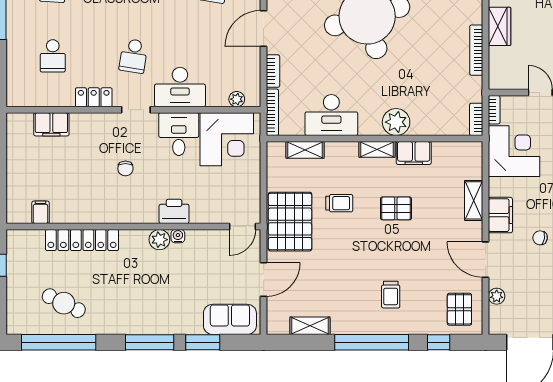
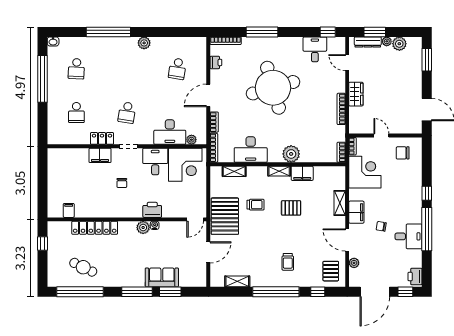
desk: (180, 87) -> (170, 132), moved
filing cabinet: (51, 124) -> (100, 155), moved
sofa: (230, 319) -> (162, 277), moved

